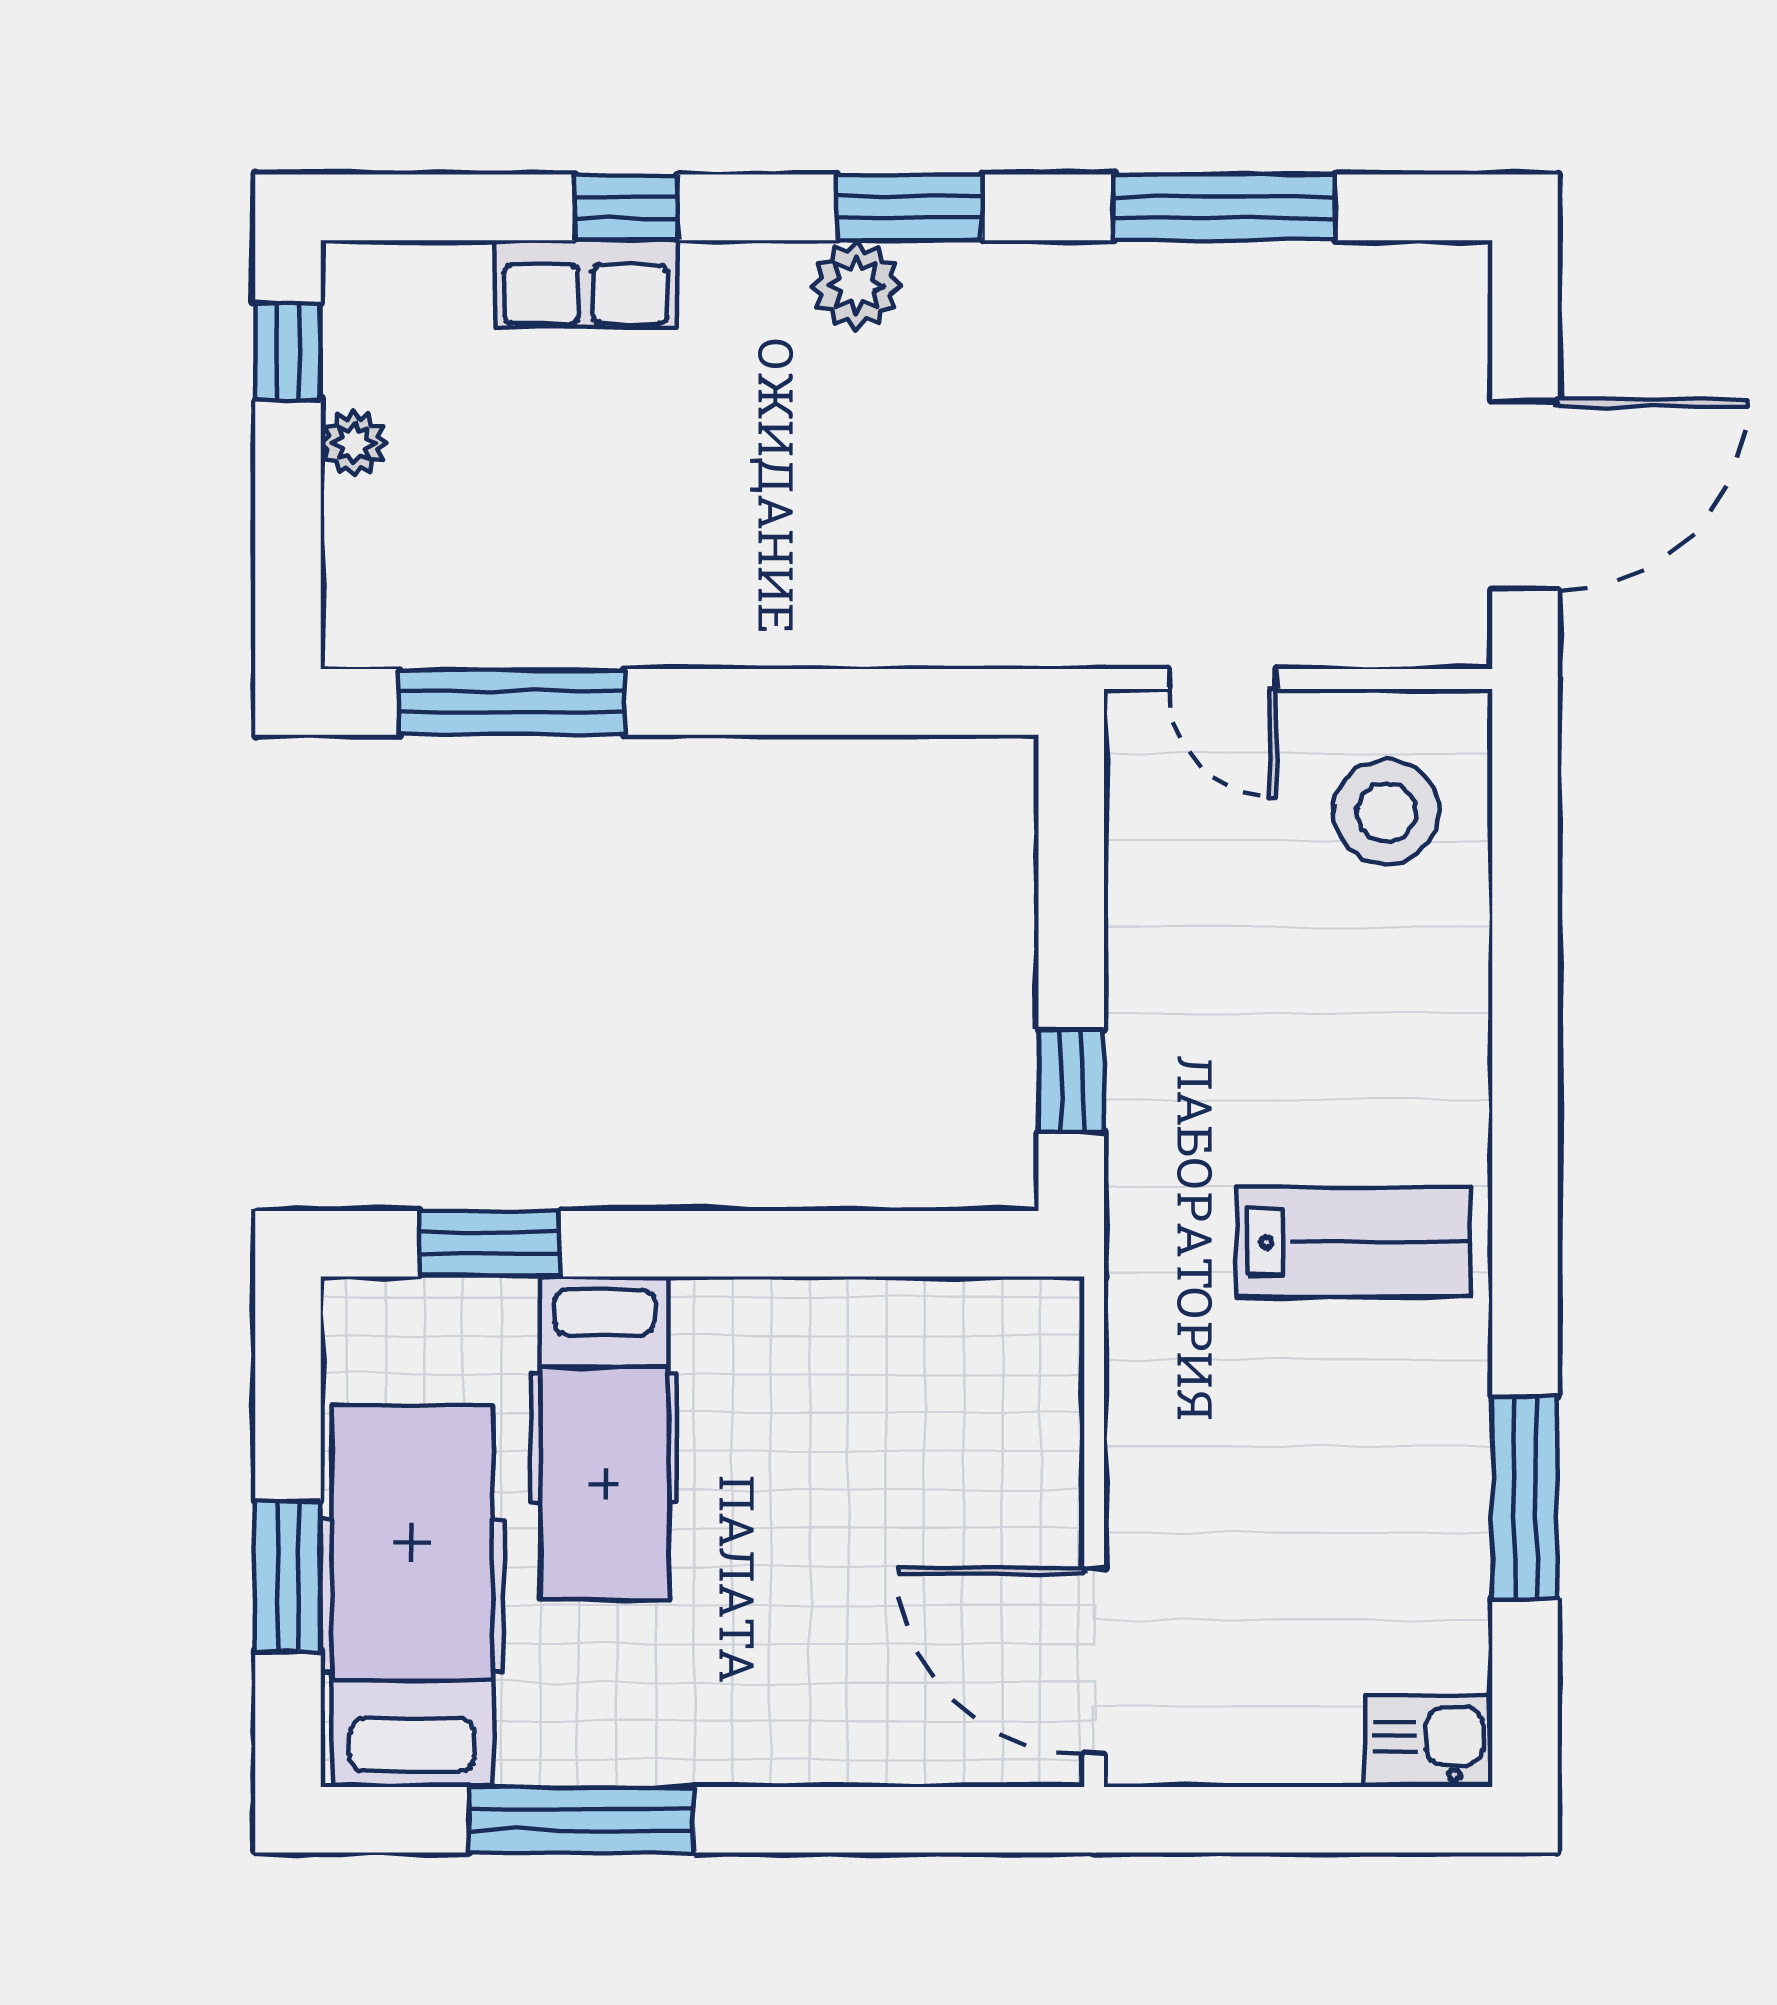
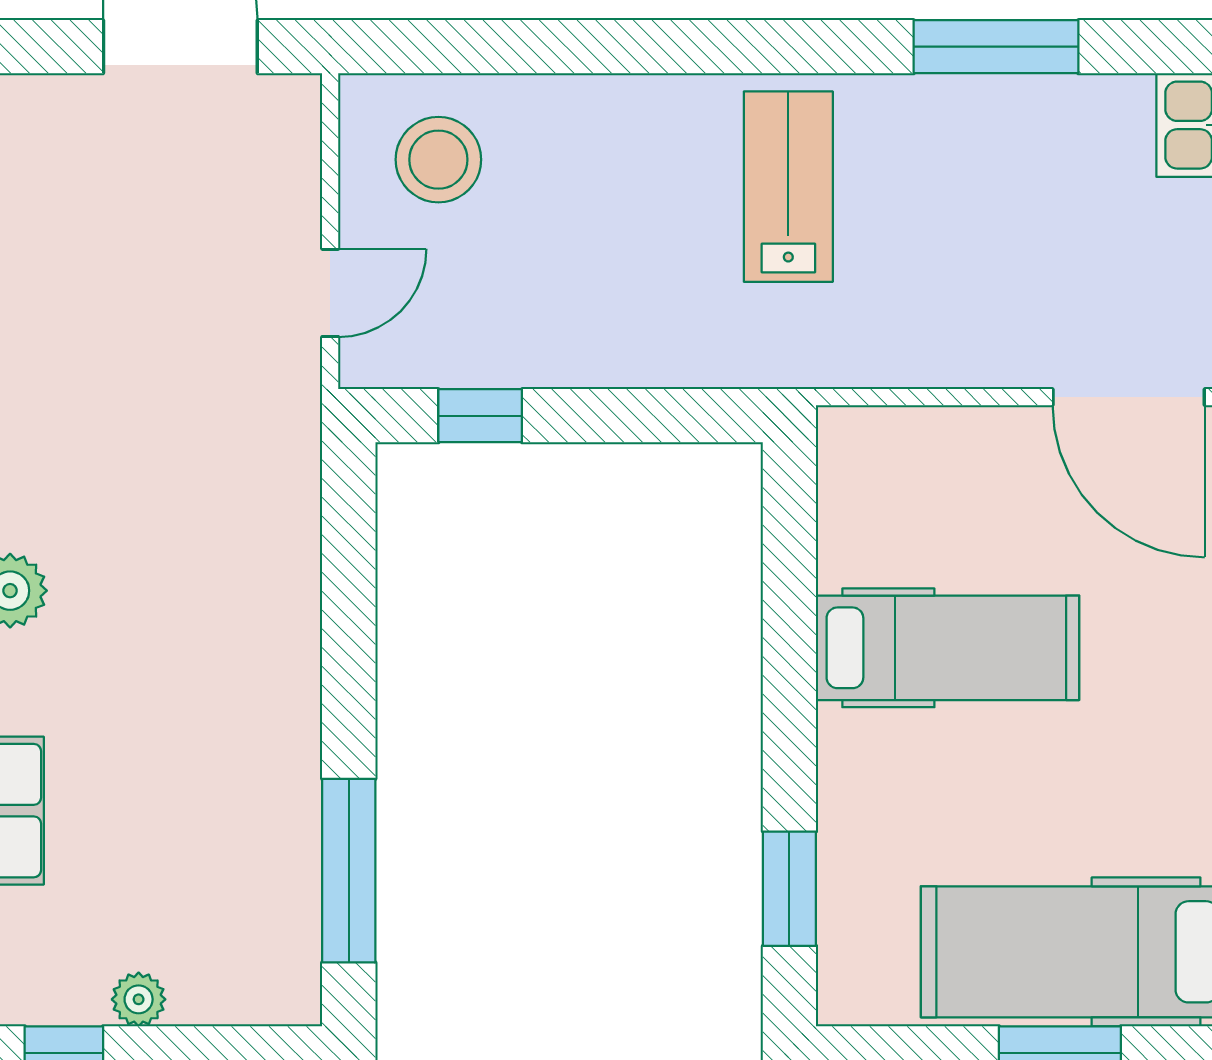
window: (1071, 1081) -> (480, 416), moved
hospital bed: (604, 1438) -> (948, 648), moved
door: (1094, 1661) -> (1129, 397), hinge flipped

